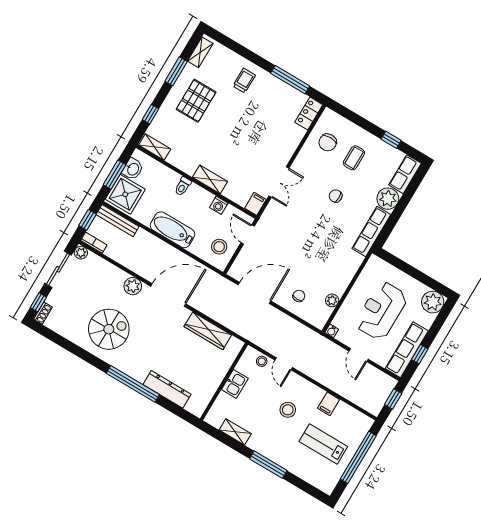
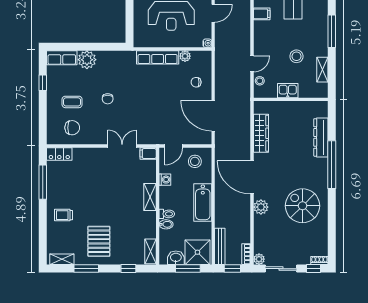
pallet: (196, 101) -> (99, 241), turned 90
bidet: (173, 179) -> (166, 224), added
row of seats: (371, 232) -> (158, 57), moved
stool: (288, 410) -> (296, 56), moved

